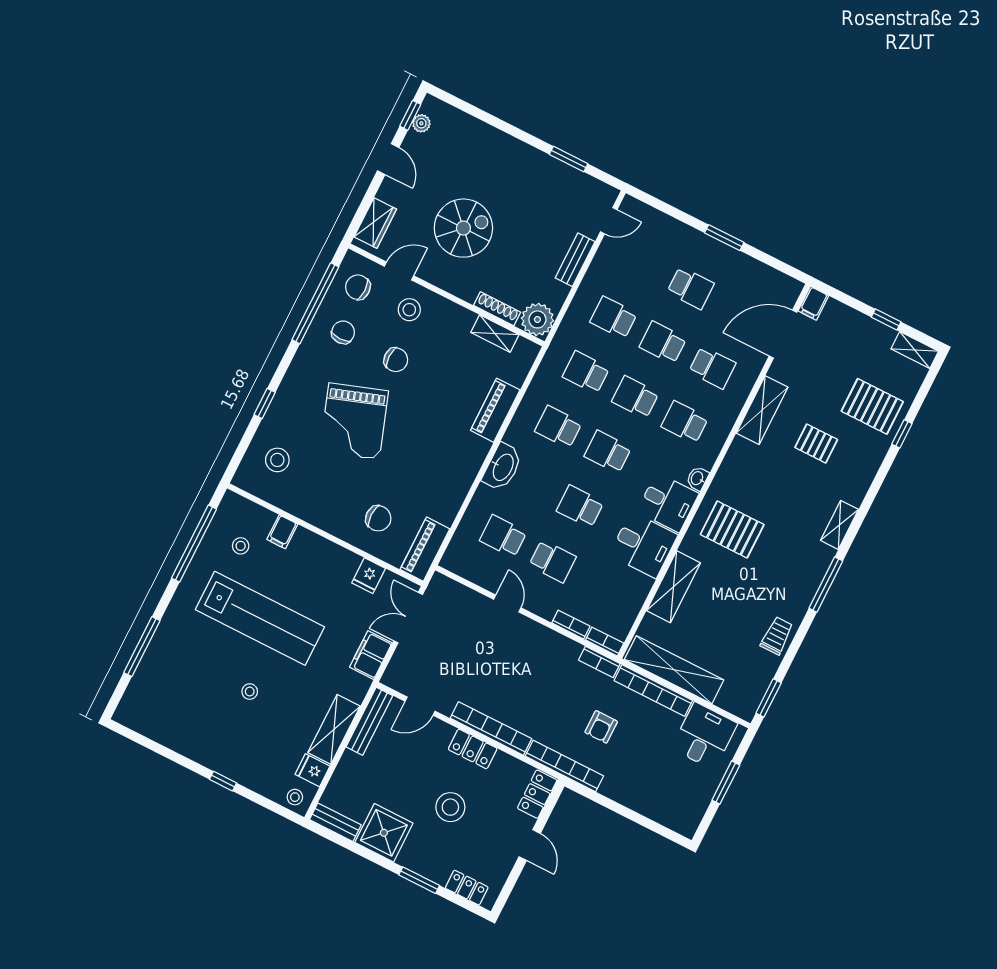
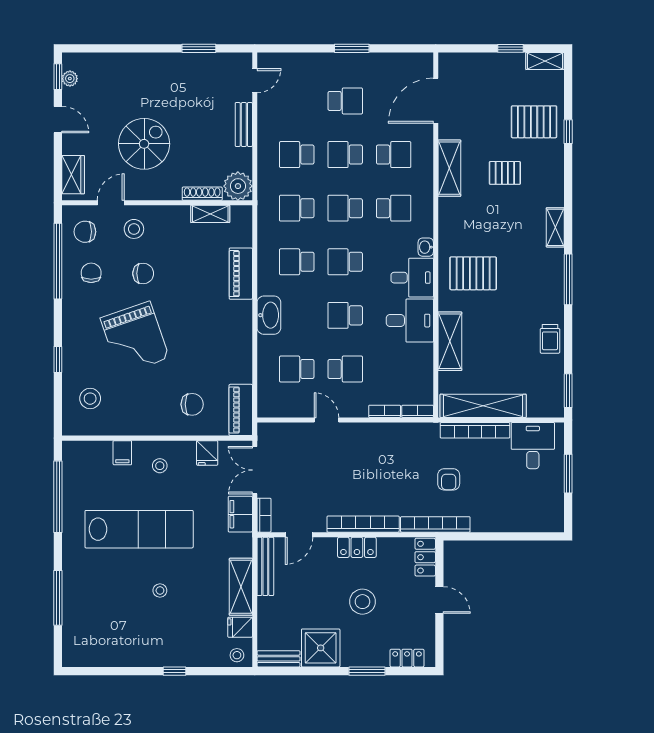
filing cabinet: (813, 303) -> (447, 64), removed
school desk: (685, 422) -> (394, 208), turned 180
stool: (241, 546) -> (160, 466), moved
trolley: (777, 636) -> (550, 339), turned 180
bookcase: (599, 662) -> (264, 515), moved, turned -90

